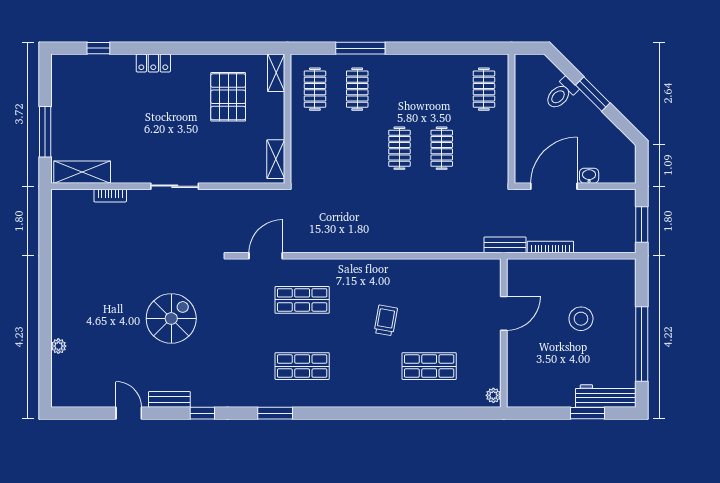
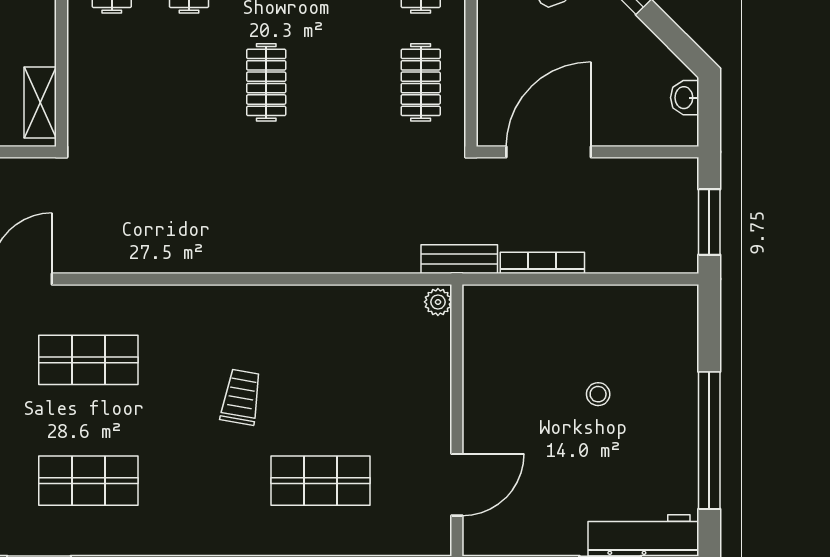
clothes rail: (442, 148) -> (421, 82), moved
washbasin: (589, 176) -> (685, 98), moved, turned -90
door: (504, 313) -> (457, 485), moved
stool: (581, 319) -> (598, 394), width x0.53, depth x0.53
plant: (493, 395) -> (438, 302), moved

